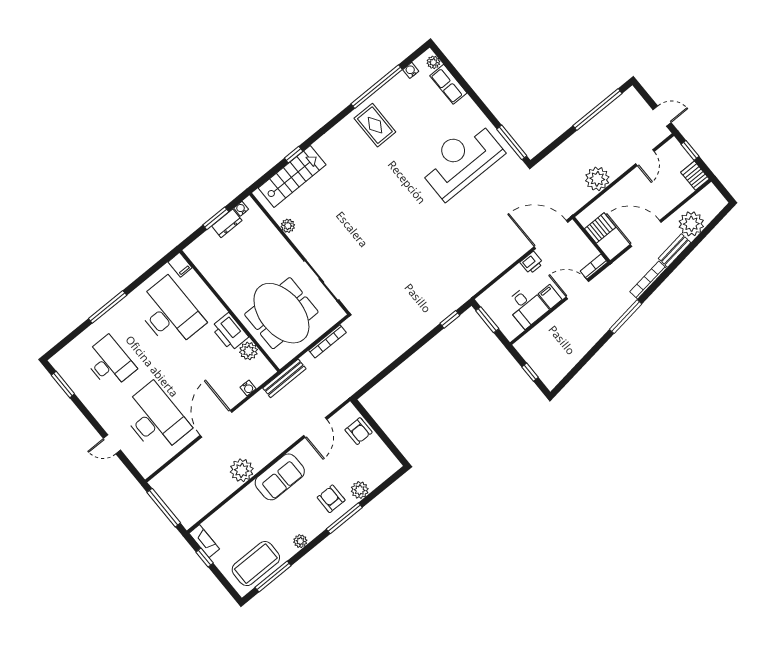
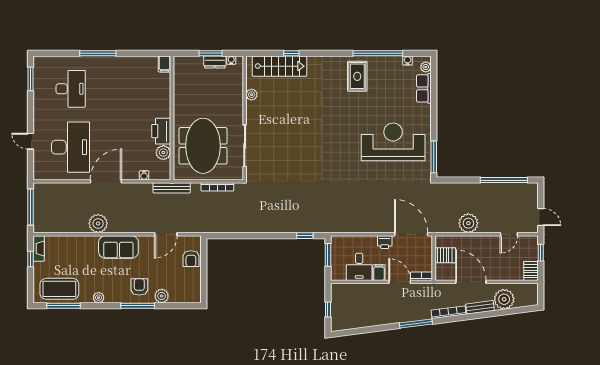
desk: (169, 313) -> (133, 89), removed

